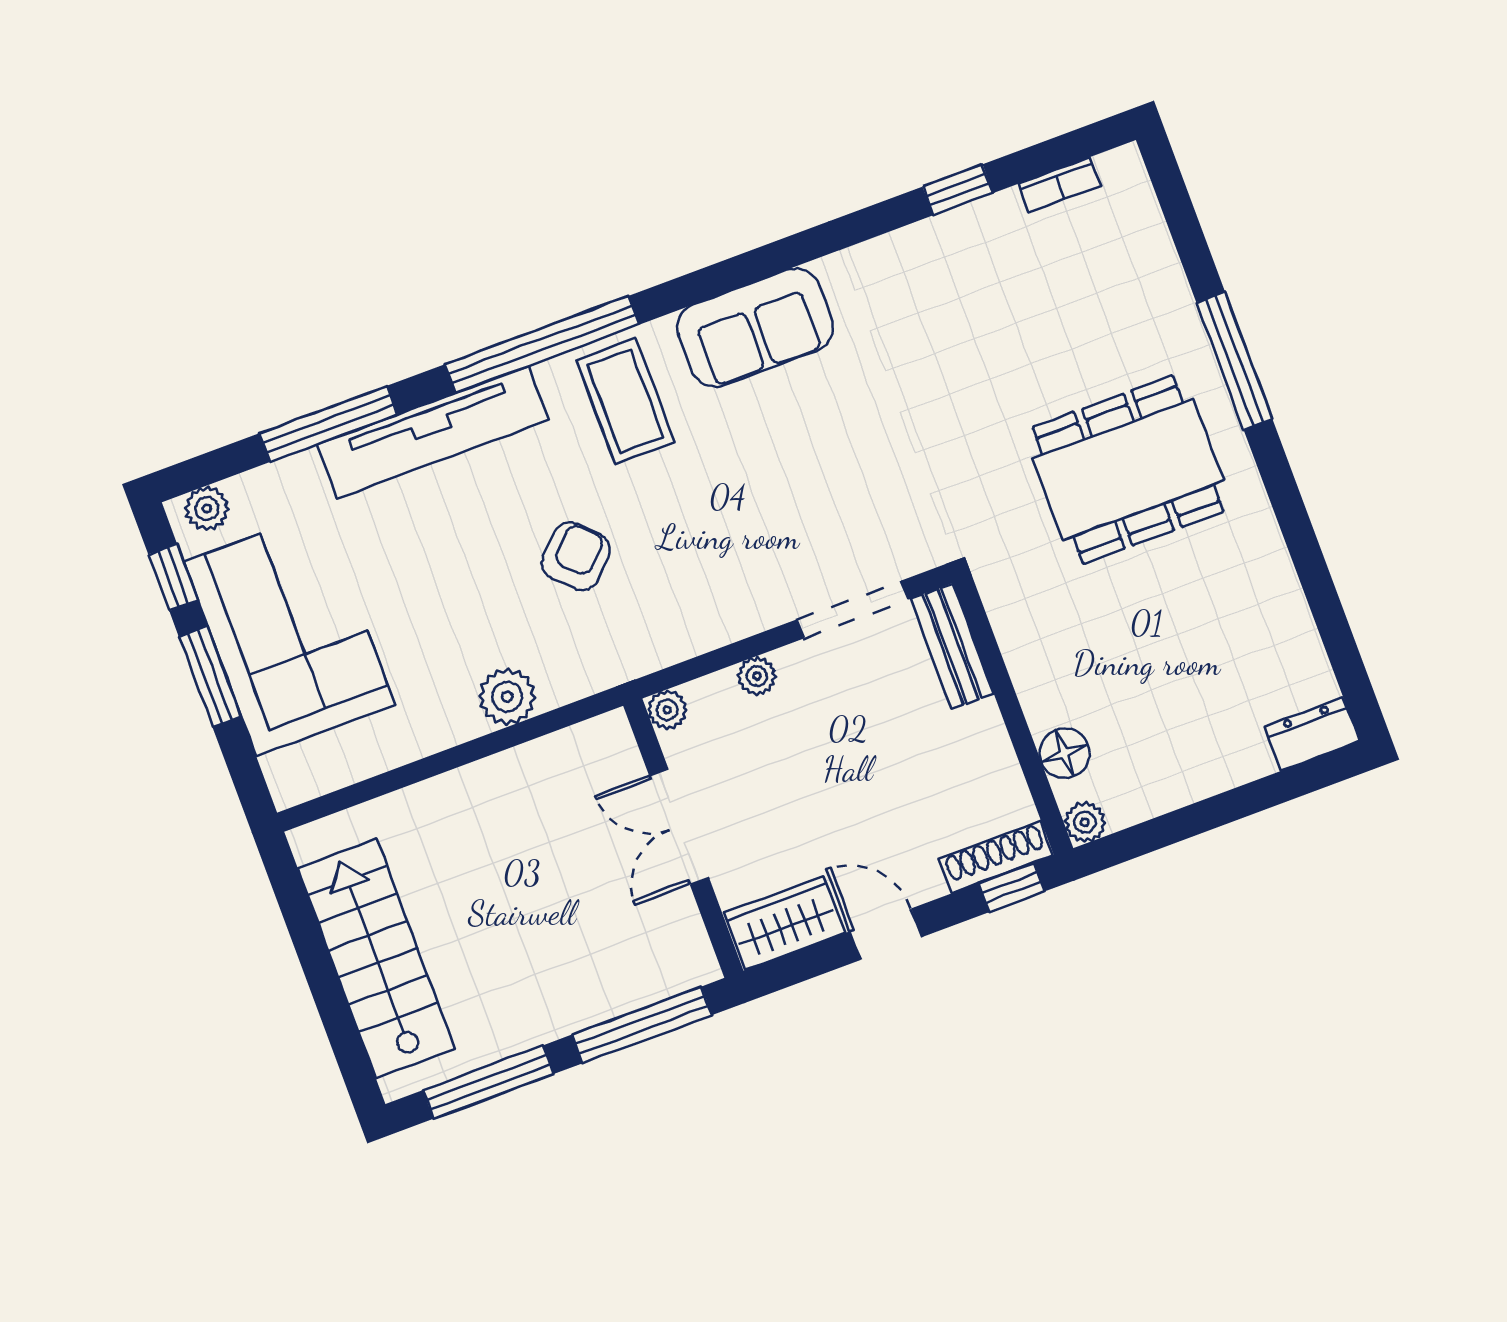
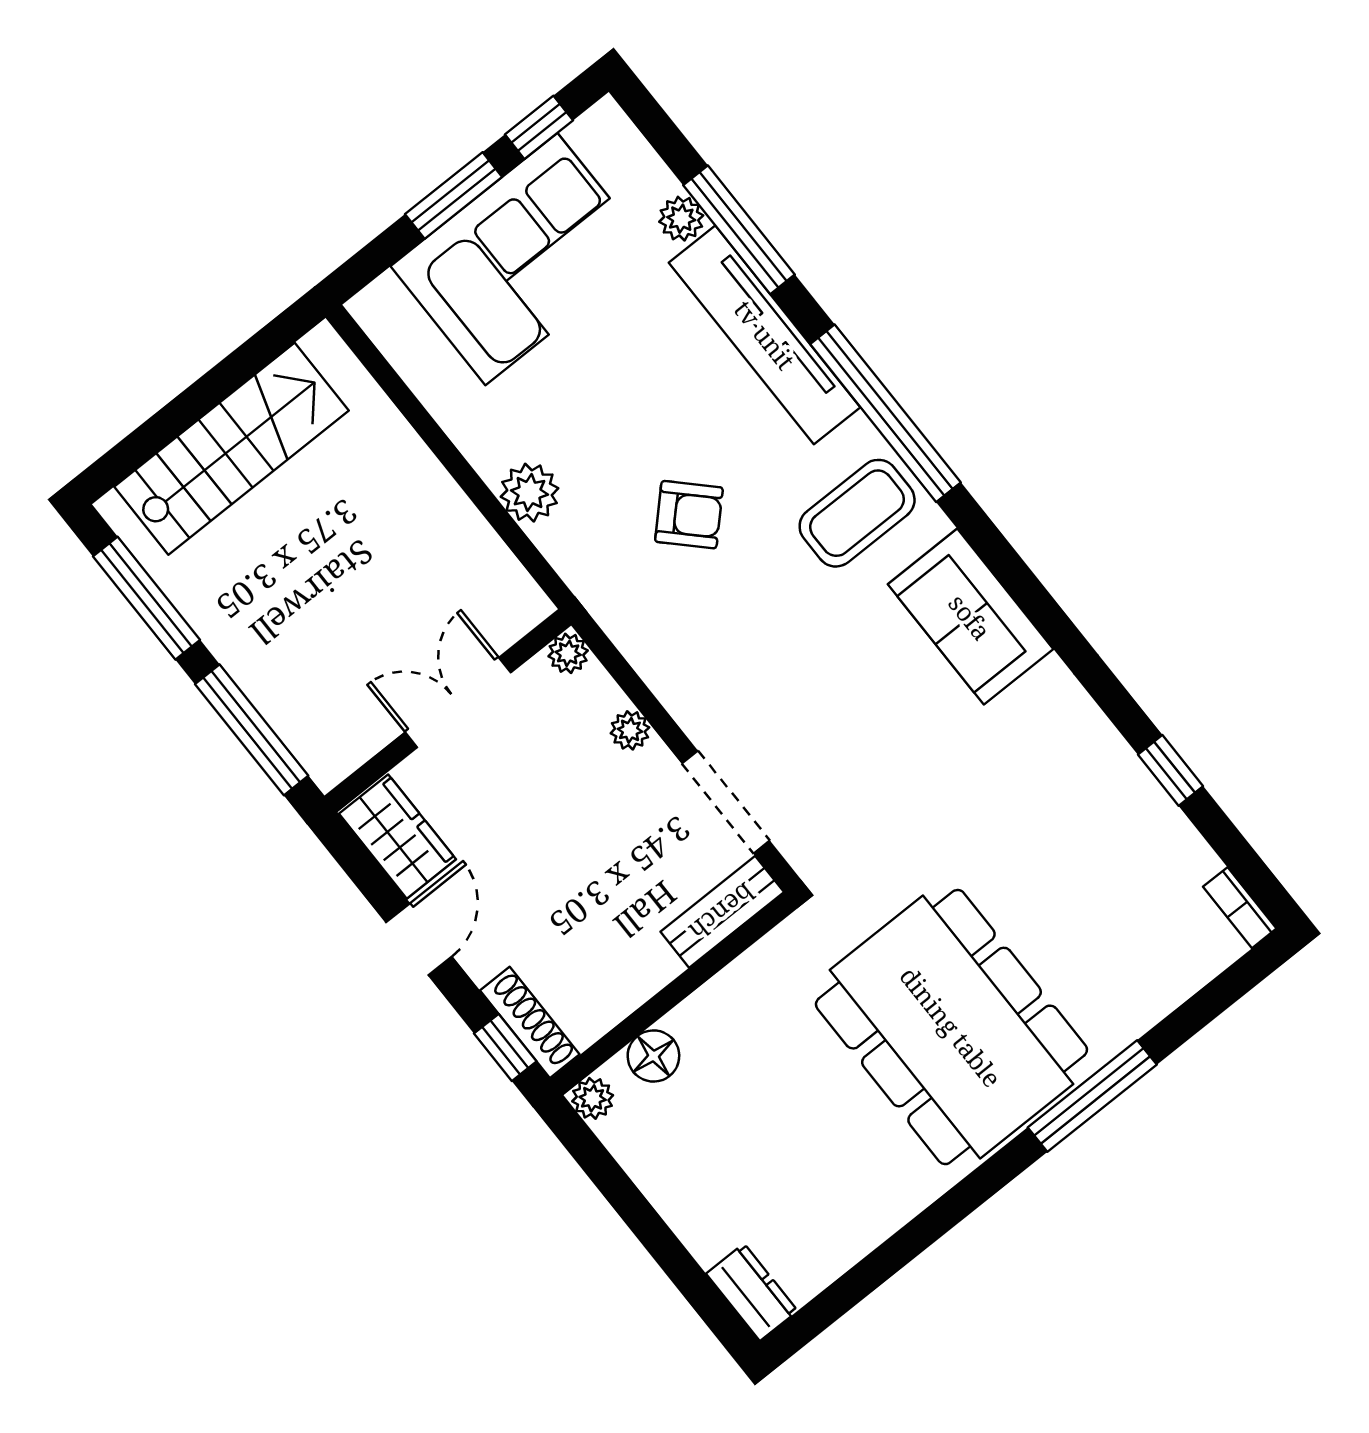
bookcase: (1059, 185) -> (1240, 908), moved
dining table: (1128, 470) -> (951, 1027), width x1.36, depth x1.24
plant: (207, 508) -> (681, 219), moved

